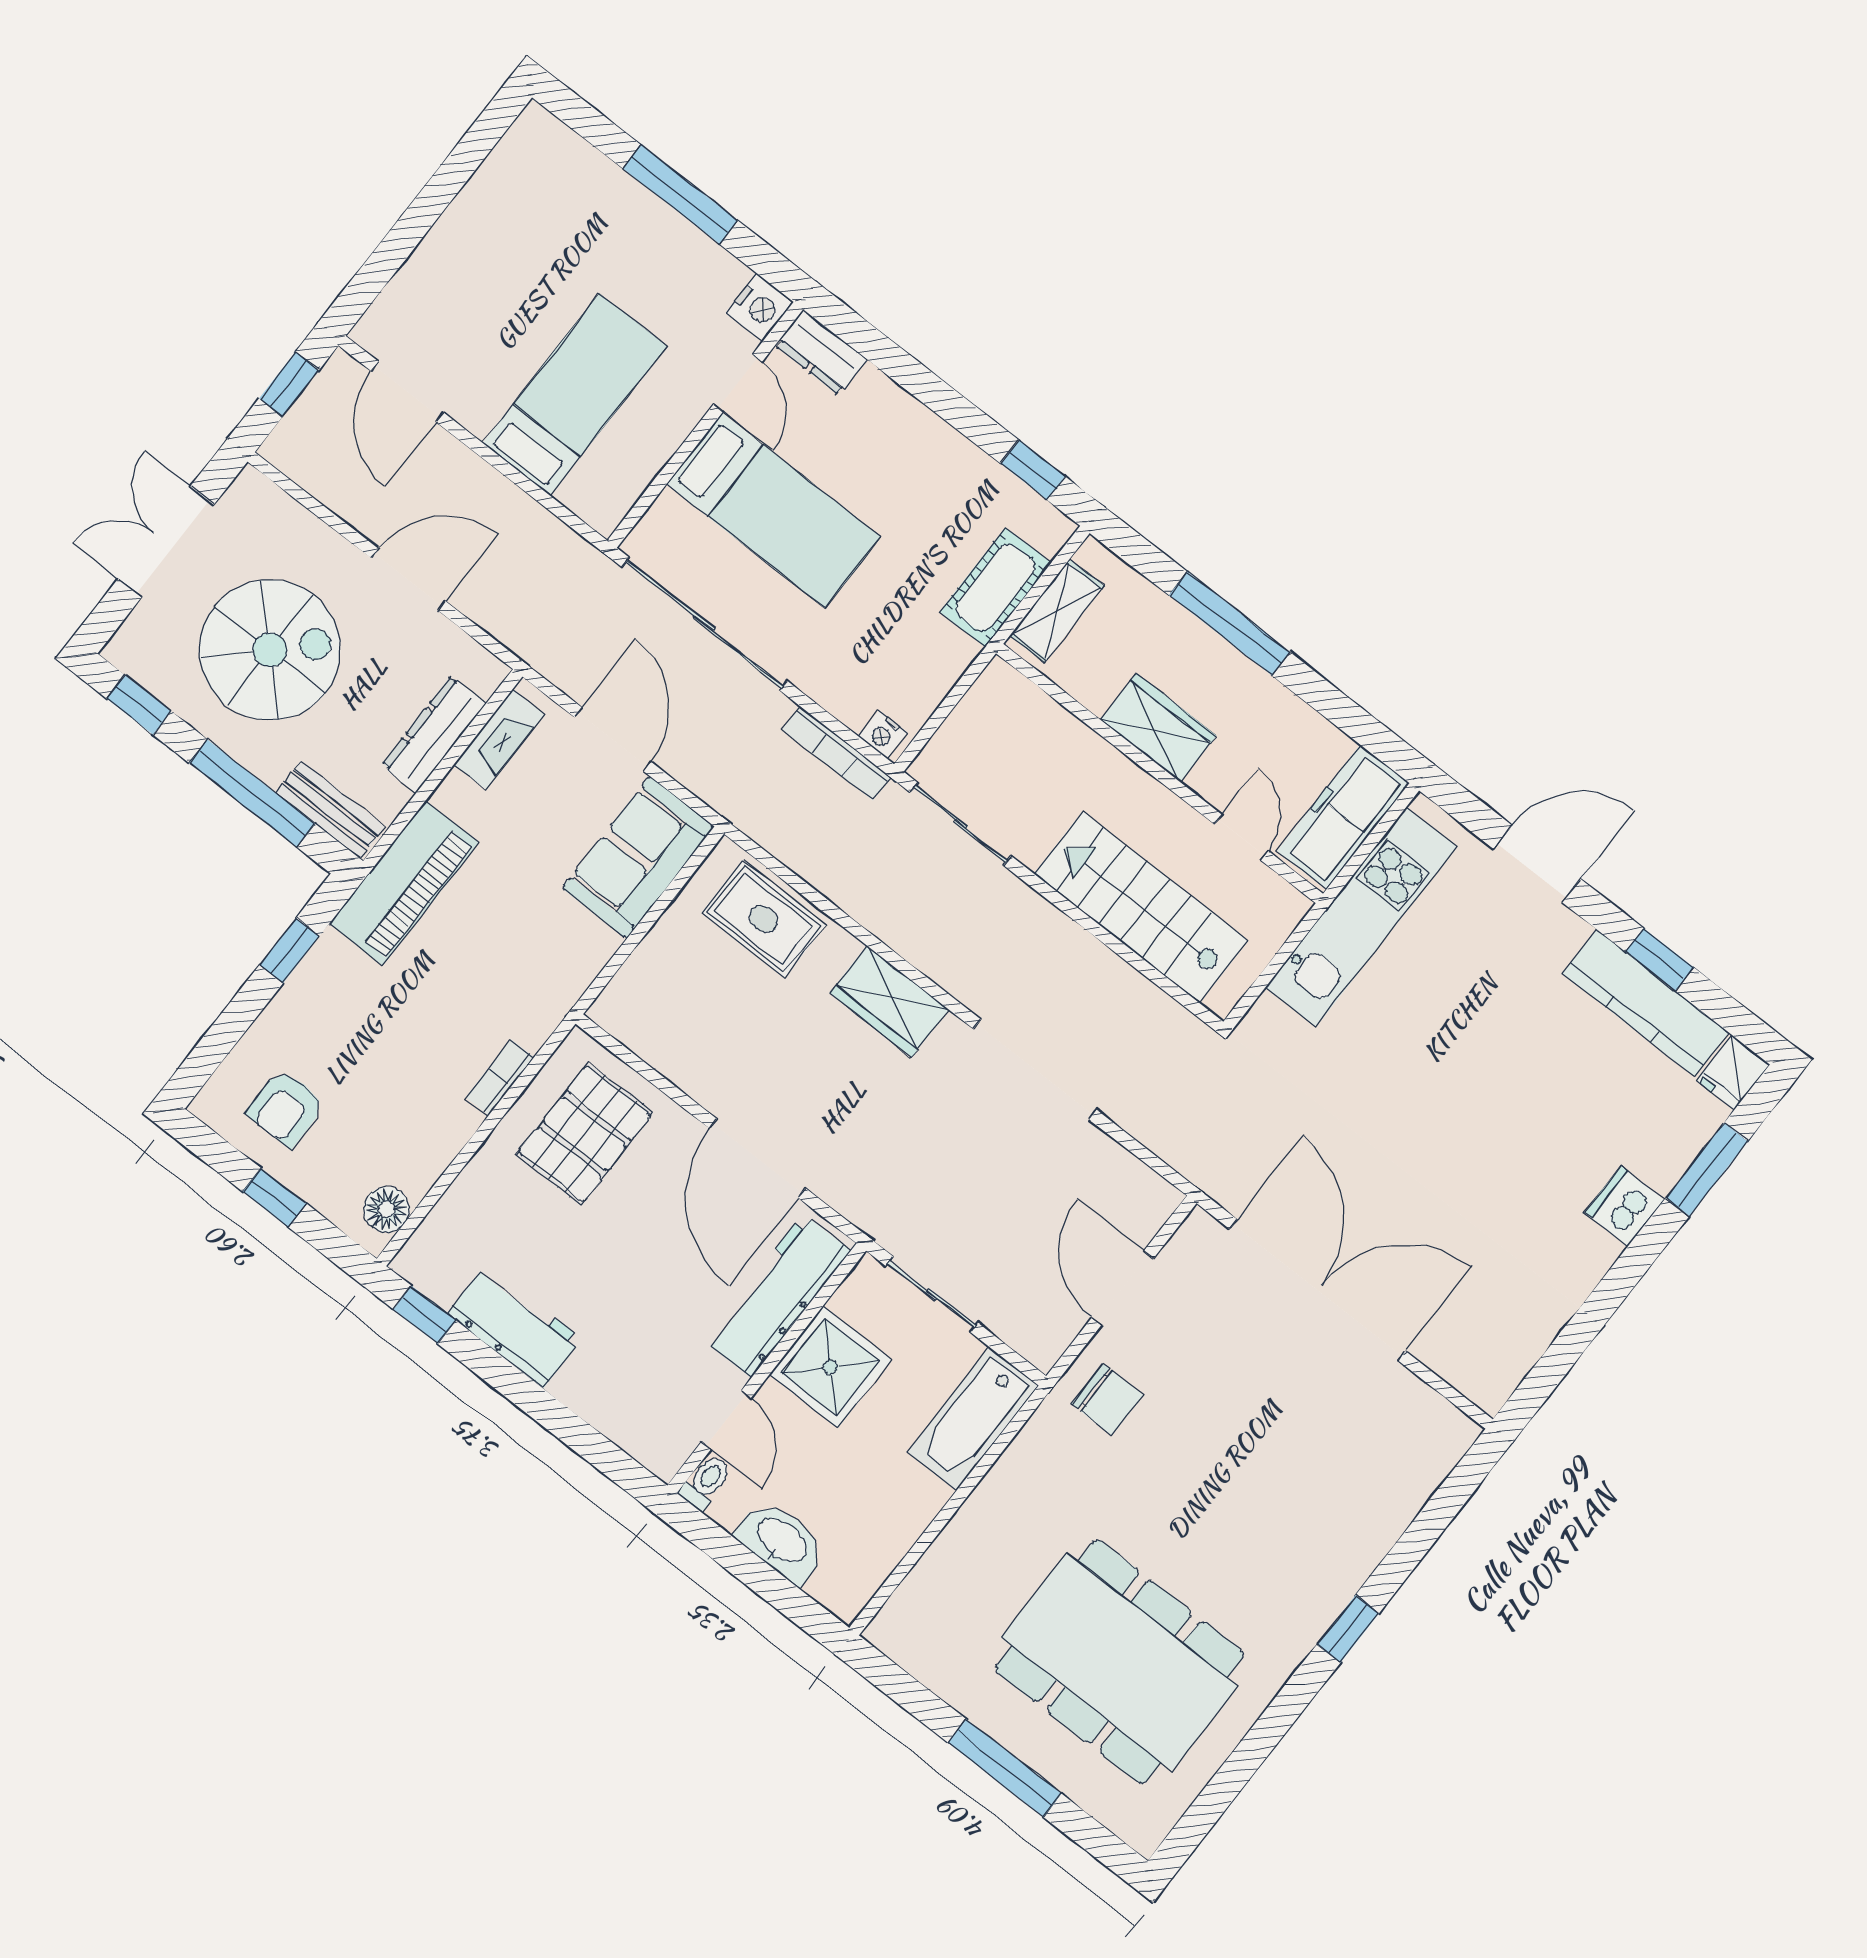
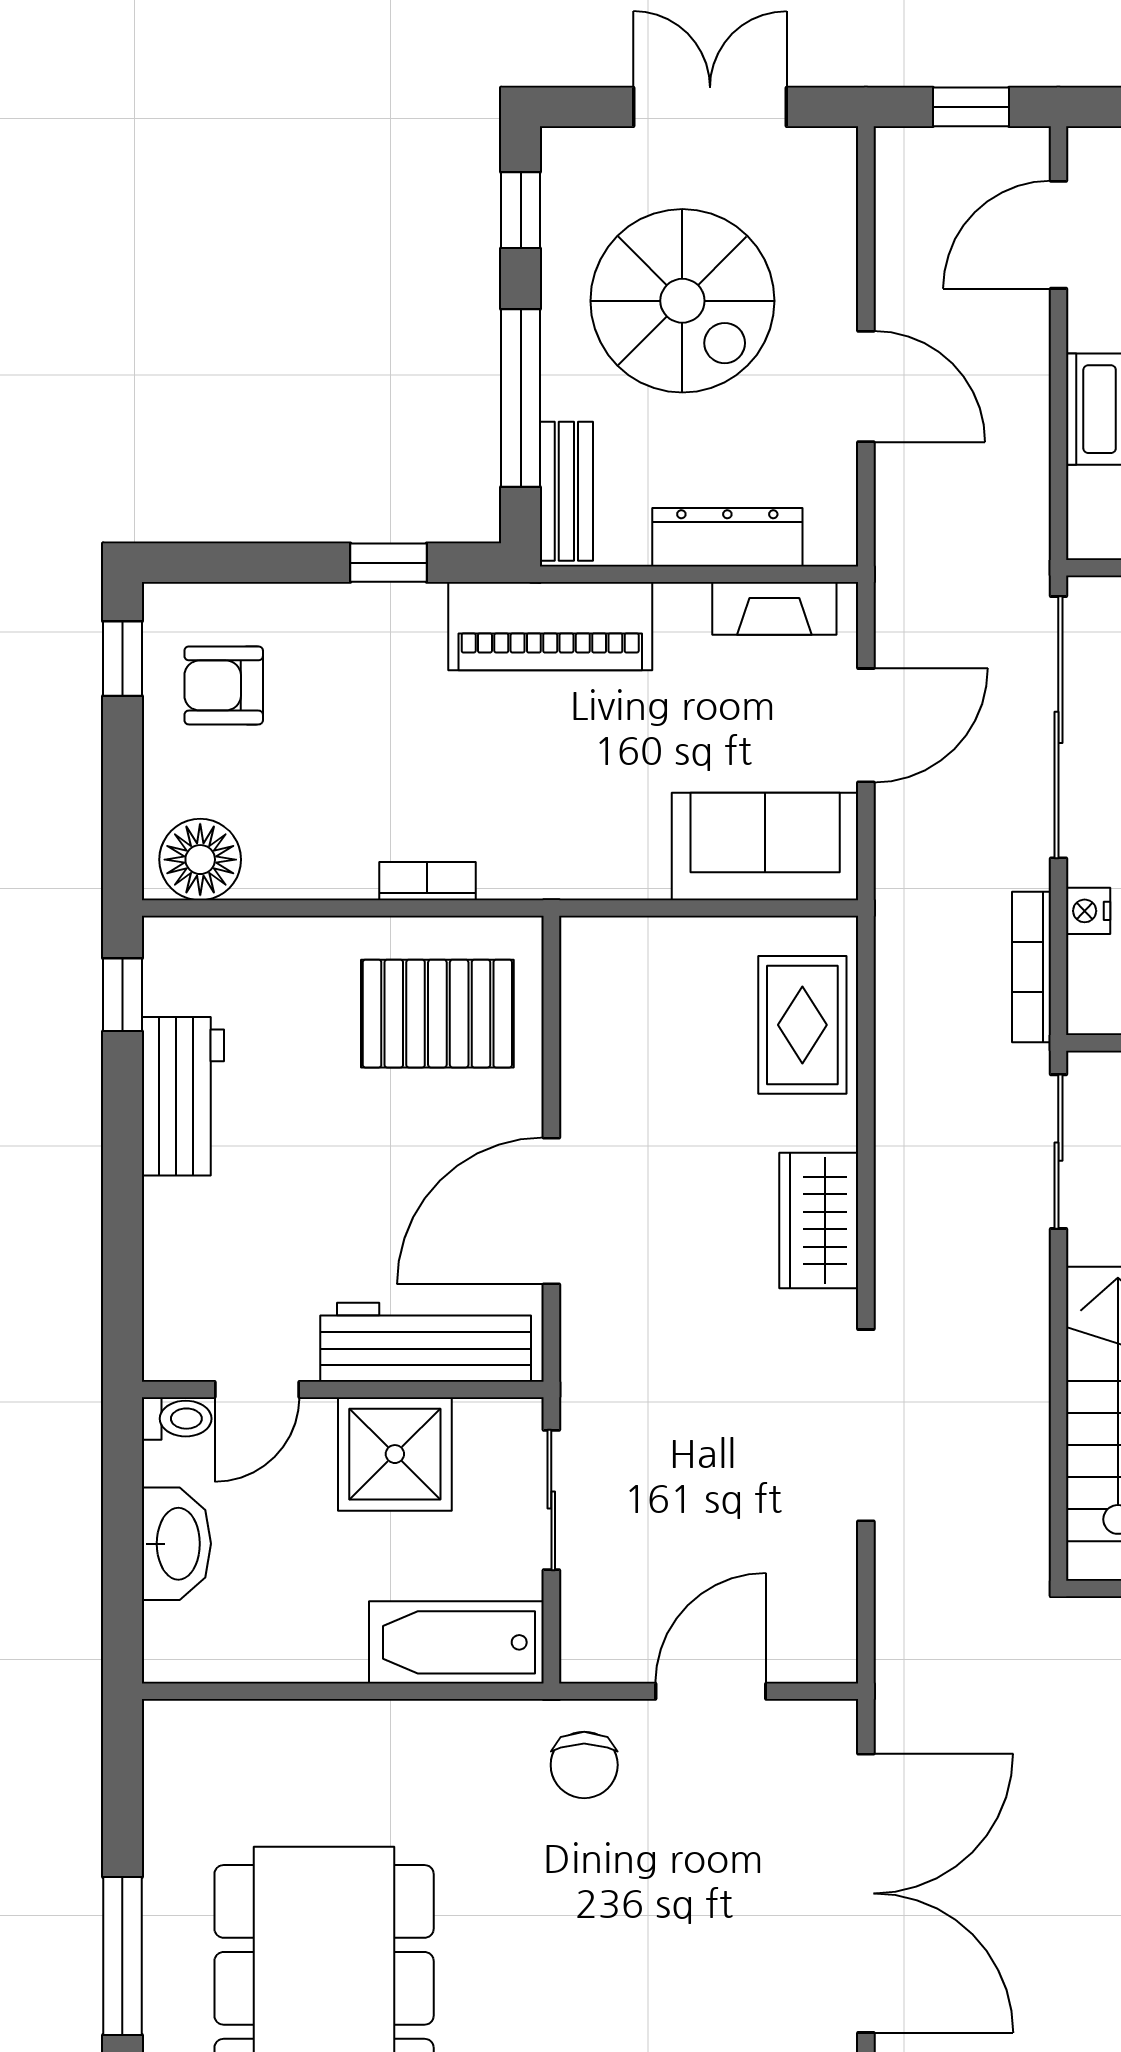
nightstand: (883, 734) -> (1088, 911), moved
window: (274, 1198) -> (122, 659), moved
floor lamp: (386, 1210) -> (200, 860), width x1.38, depth x1.38

